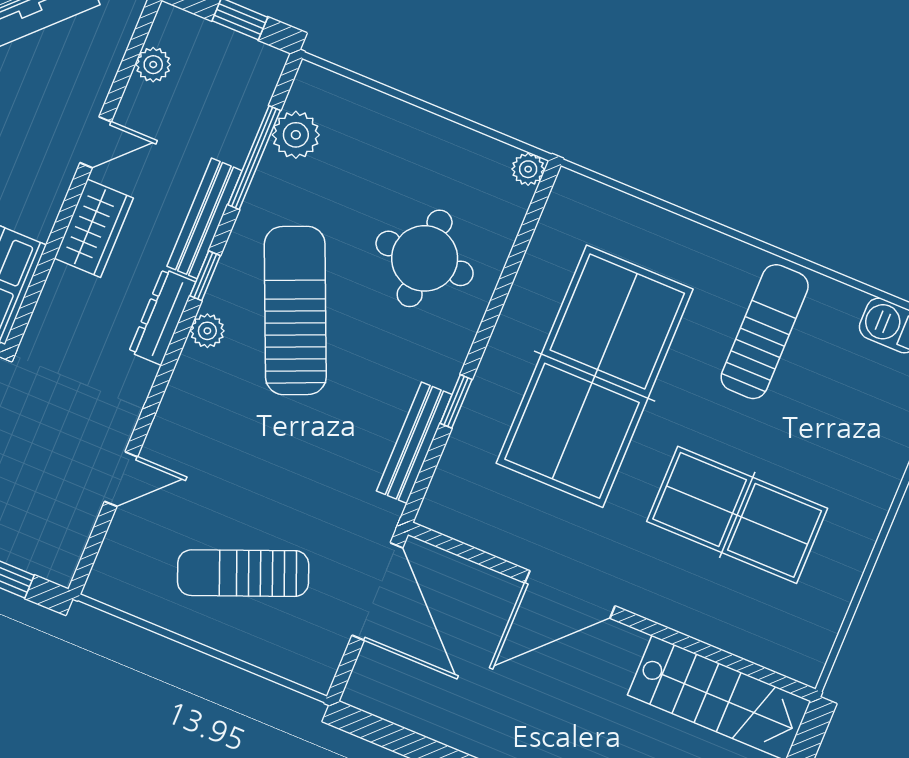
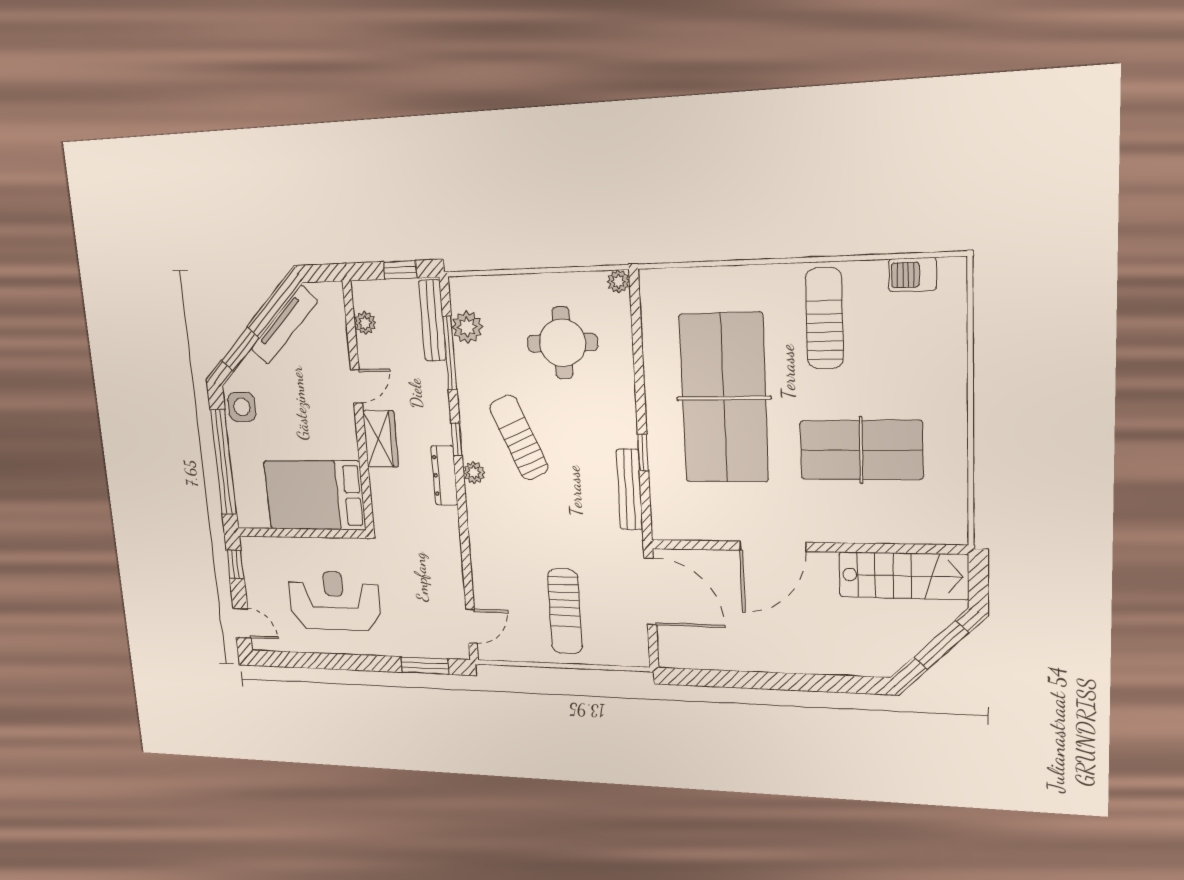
bench: (204, 218) -> (432, 320), moved
round table: (425, 258) -> (562, 343), moved
sun lounger: (295, 310) -> (519, 437), width x0.73, depth x0.75
door: (121, 479) -> (472, 626), moved
sun lounger: (243, 573) -> (565, 611), turned -68

